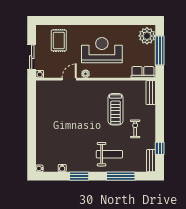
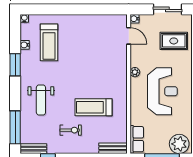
sliding door: (32, 57) -> (167, 9), moved
door: (69, 79) -> (129, 36), moved
treadmill: (60, 147) -> (49, 42), added
window: (121, 176) -> (15, 127), moved

